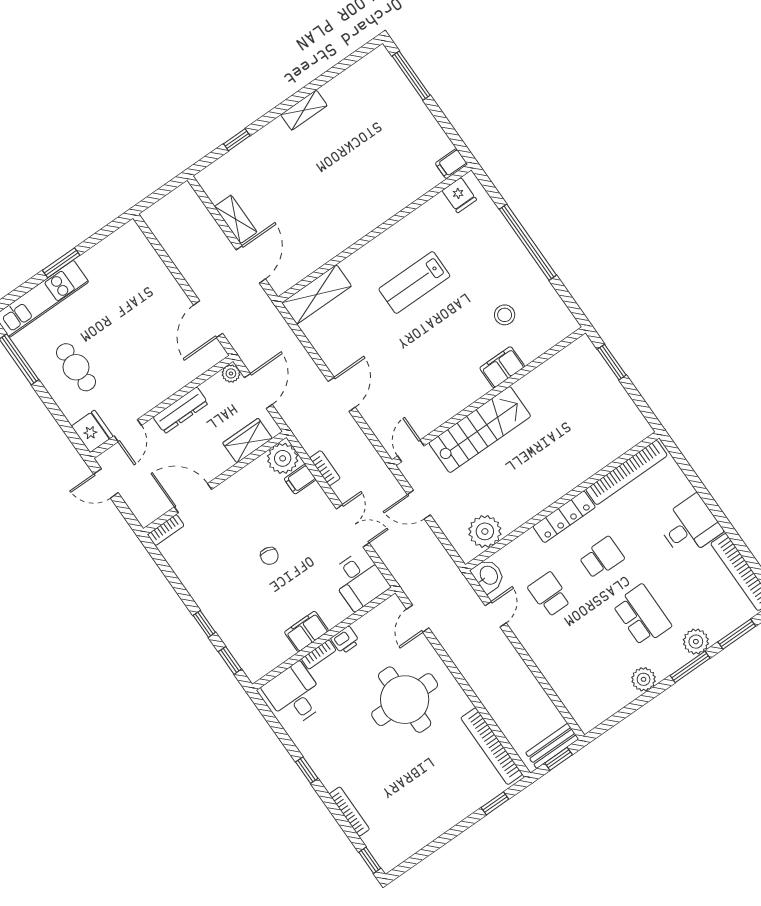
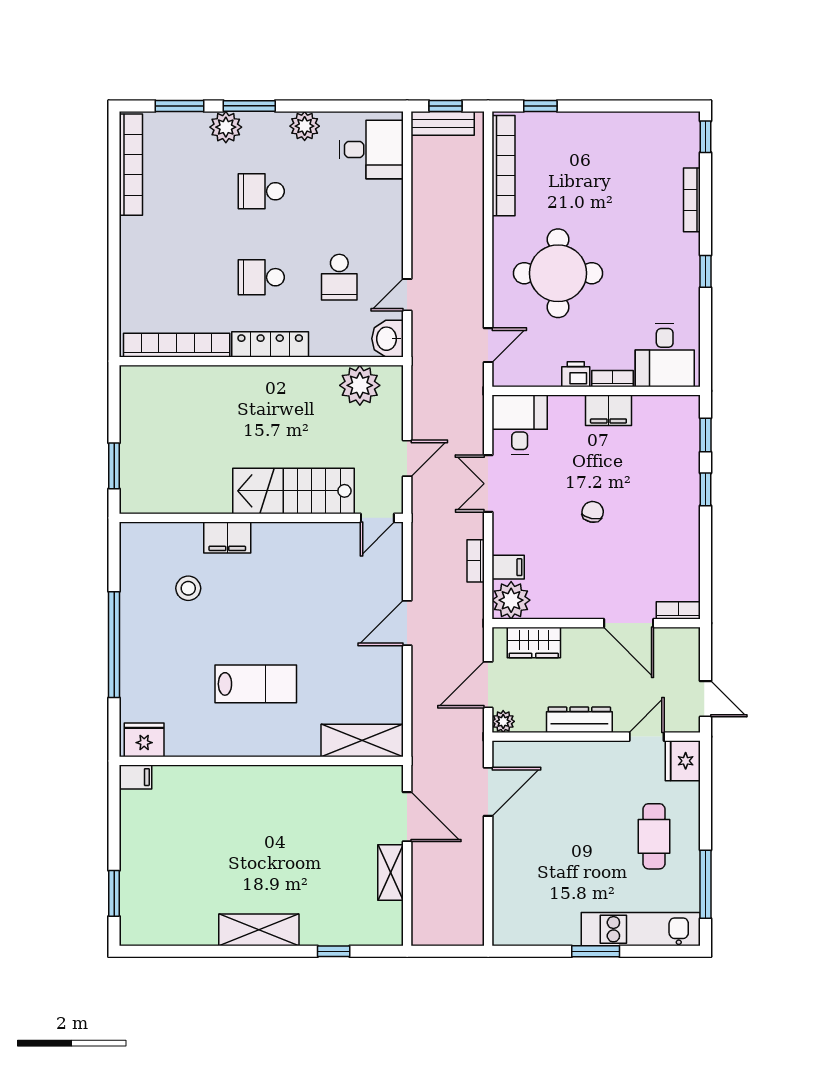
window: (411, 76) -> (114, 893), width x0.69
shelving: (304, 110) -> (259, 930), width x1.50, depth x1.33
fridge: (459, 195) -> (144, 740), width x1.38
door: (251, 264) -> (407, 817), swing flipped
door: (419, 505) -> (407, 458), hinge flipped
desk: (690, 526) -> (371, 150), moved, turned 180
school desk: (642, 615) -> (261, 191), width x0.54

